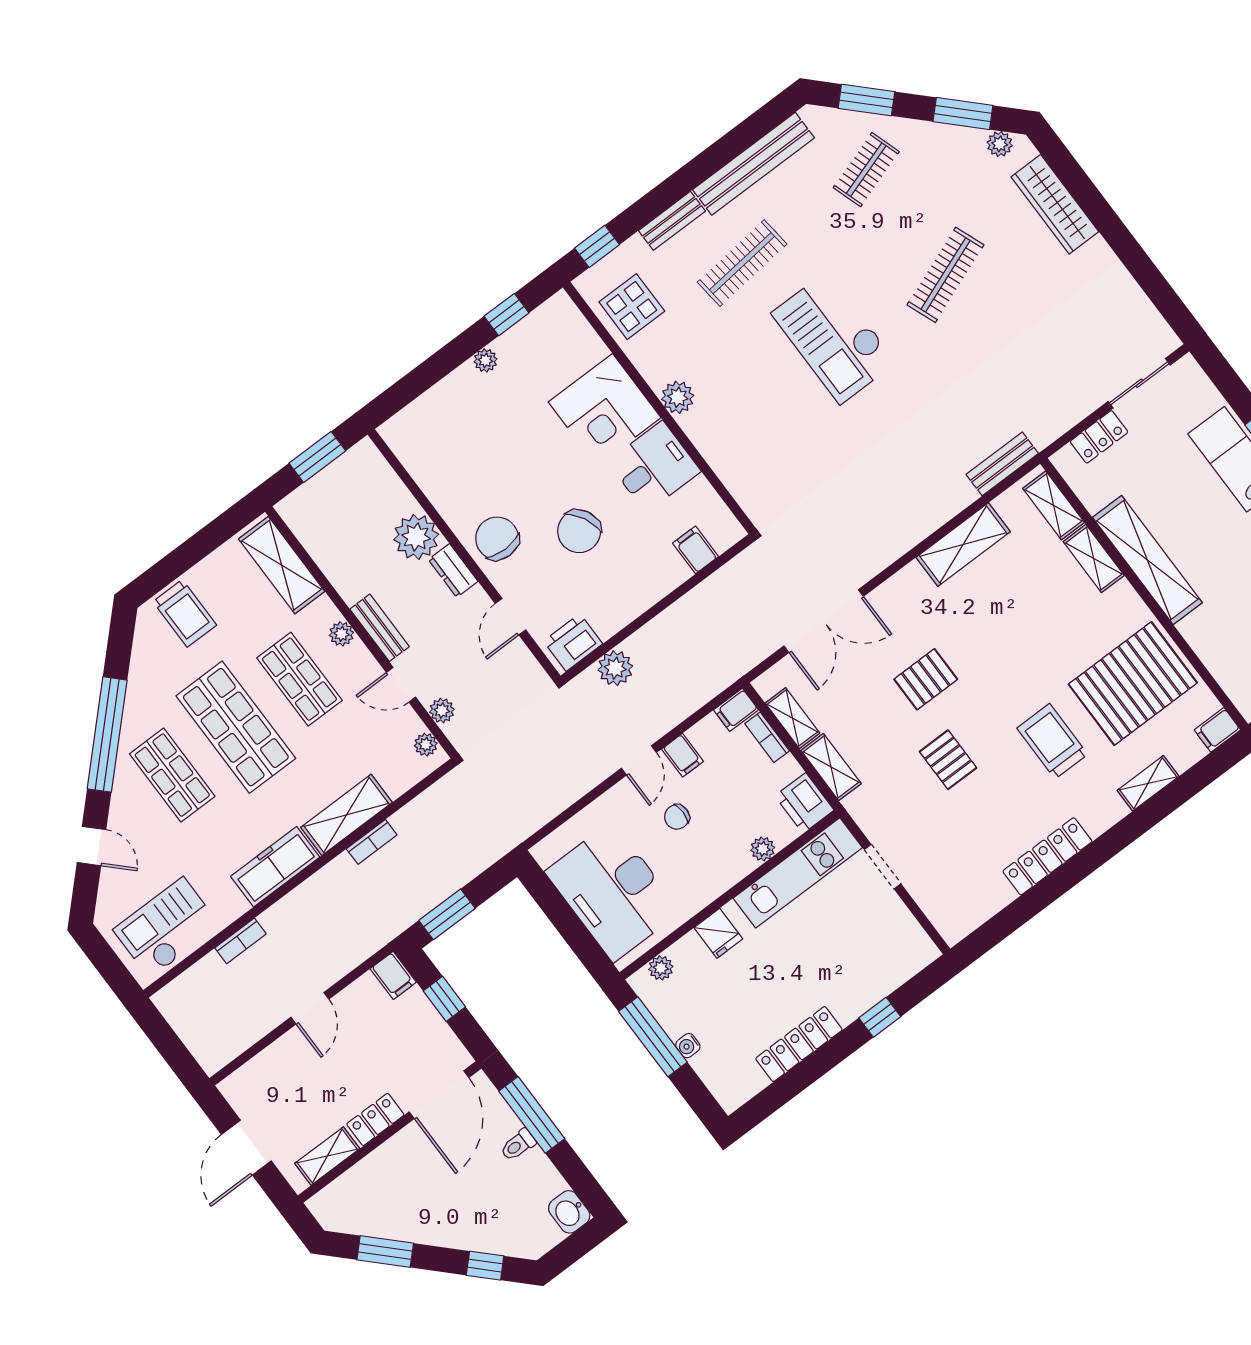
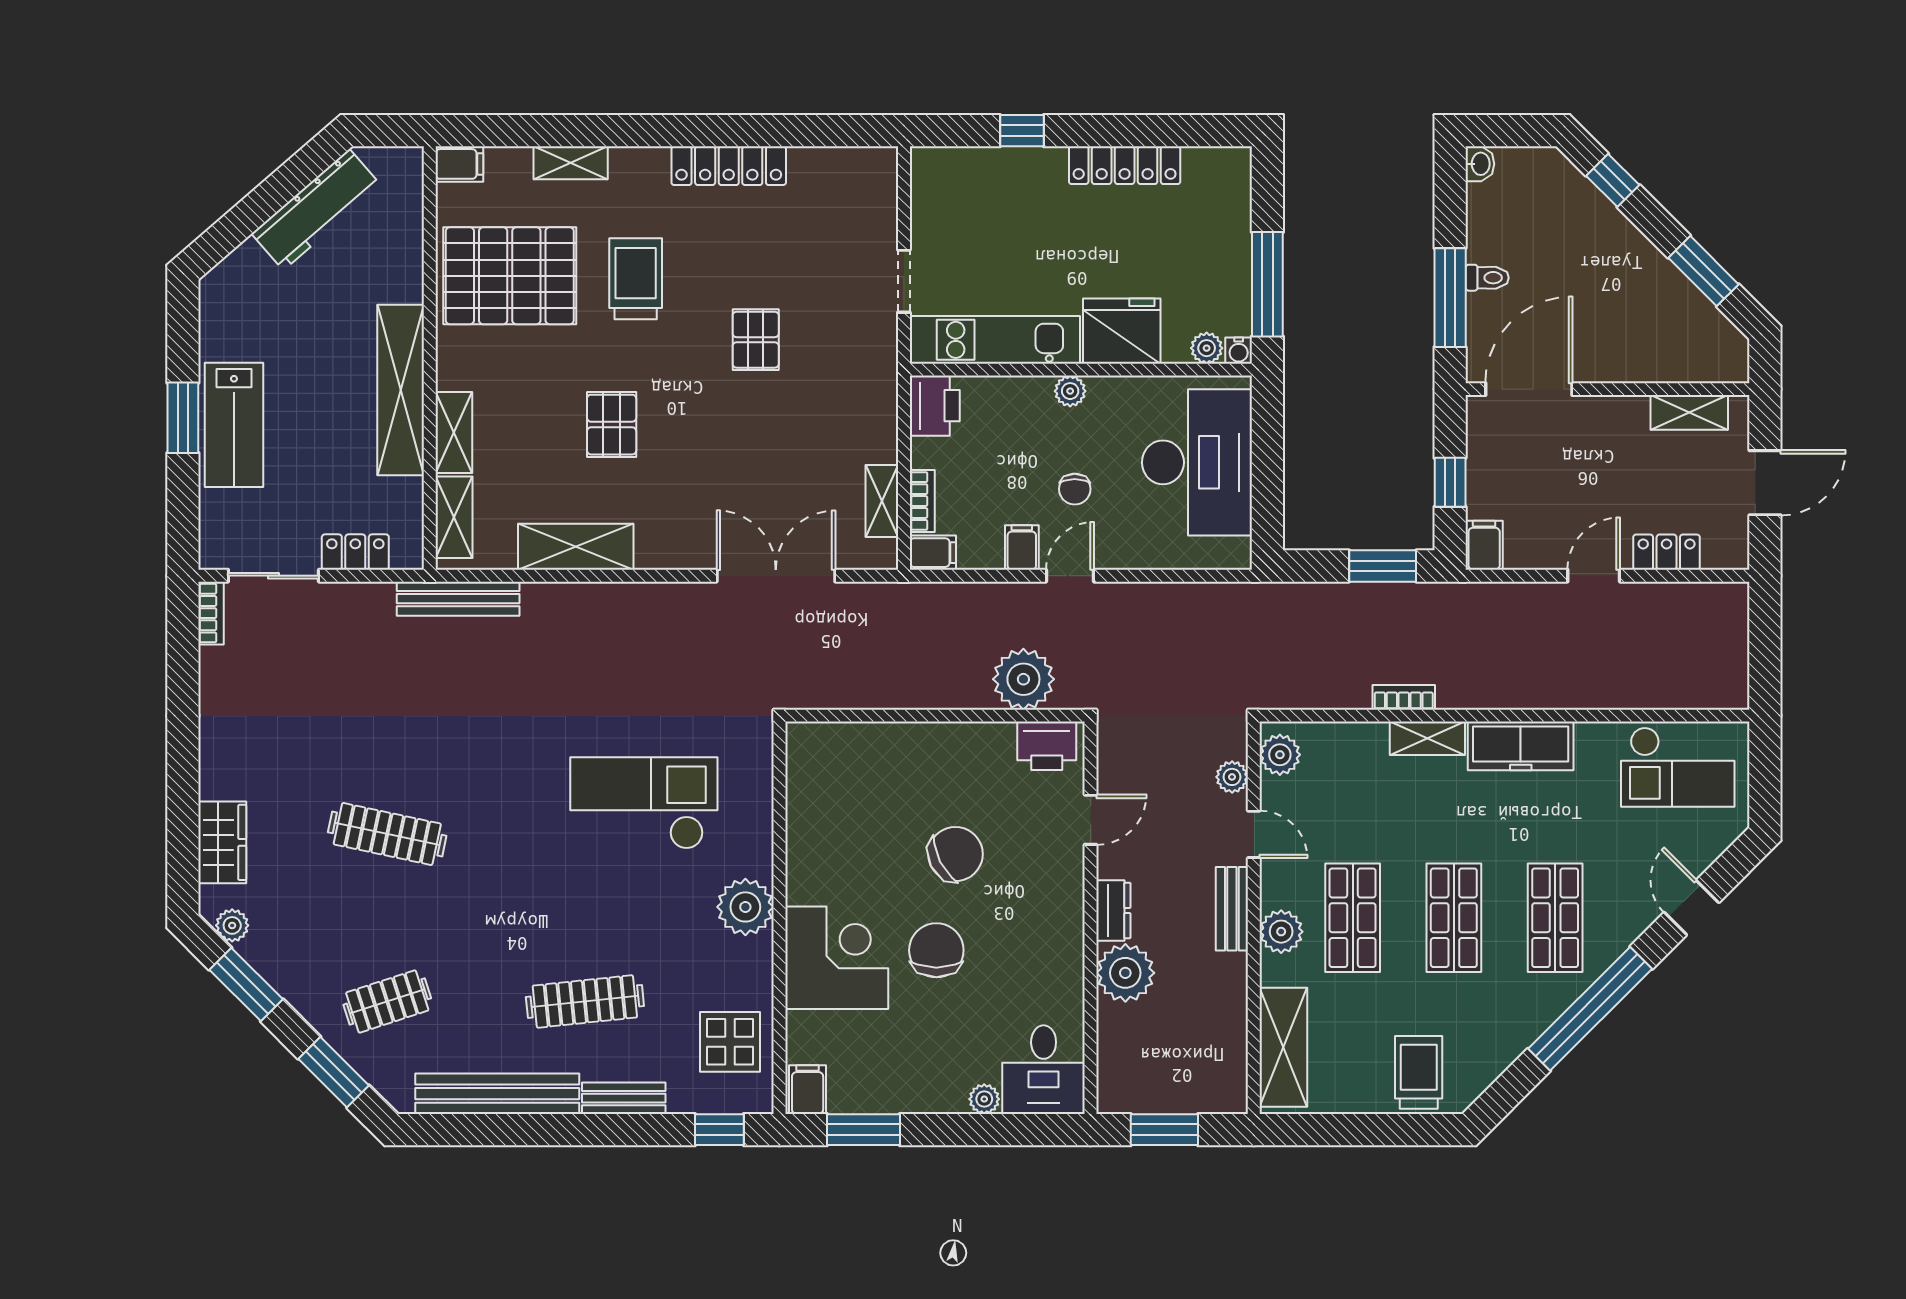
wardrobe: (1055, 204) -> (222, 842), width x0.67
clothes rail: (946, 275) -> (387, 834), turned 33
window: (506, 315) -> (863, 1130), width x1.50
checkout: (834, 338) -> (644, 803), moved, turned -90
plant: (485, 360) -> (984, 1099), moved
plant: (678, 397) -> (745, 907), width x1.36, depth x1.36
bench: (1002, 464) -> (458, 599), width x1.36
desk: (654, 467) -> (1044, 1070), moved, turned -90
chair: (497, 538) -> (936, 950), moved, turned 180
filing cabinet: (696, 550) -> (808, 1090), moved, turned 180
plant: (341, 634) -> (1281, 932), width x1.38, depth x1.38
plant: (615, 668) -> (1023, 679), width x1.36, depth x1.36
pallet: (926, 679) -> (612, 425), moved, turned 90
shop shelf: (236, 727) -> (1454, 918), width x0.70, depth x0.74
trolley: (1052, 741) -> (636, 279), turned 180
plant: (426, 745) -> (1280, 755), width x1.38, depth x1.38
shelving: (831, 767) -> (880, 422), removed
shelving: (347, 815) -> (1427, 738), width x0.67, depth x0.75
chair: (677, 817) -> (1075, 489), turned 90
plant: (763, 849) -> (1070, 391), moved
fridge: (718, 933) -> (1122, 331), width x1.88, depth x1.34
bookcase: (241, 941) -> (211, 613), moved, turned 90
water cooler: (688, 1046) -> (1239, 351), moved, turned 90
locker: (375, 1119) -> (1667, 552), moved, turned 180
washbasin: (569, 1212) -> (1480, 164), width x0.72, depth x0.69

